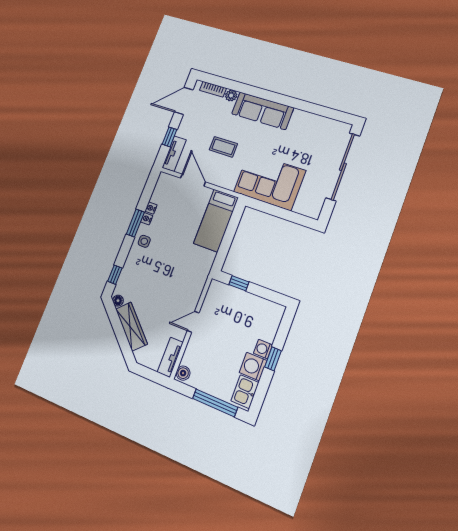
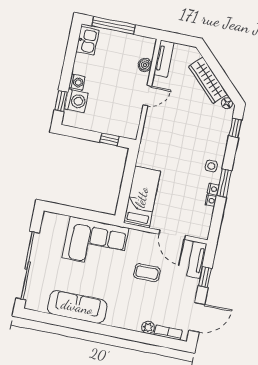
sofa: (263, 111) -> (77, 307), moved
window: (273, 359) -> (61, 101), moved
washing machine: (253, 367) -> (76, 101), moved
boiler: (183, 373) -> (145, 65), moved

